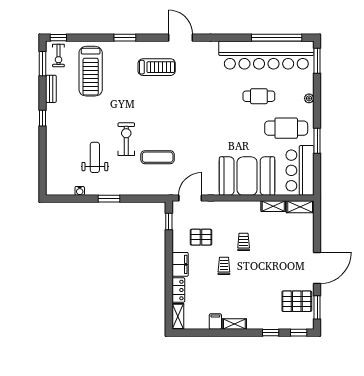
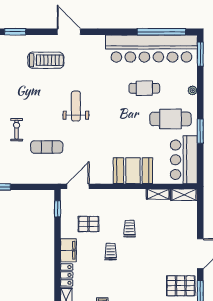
weight bench: (188, 115) -> (76, 106), added
exercise bike: (126, 139) -> (17, 130), width x0.73, depth x0.72
booth: (247, 176) -> (133, 171), width x0.73, depth x0.70

